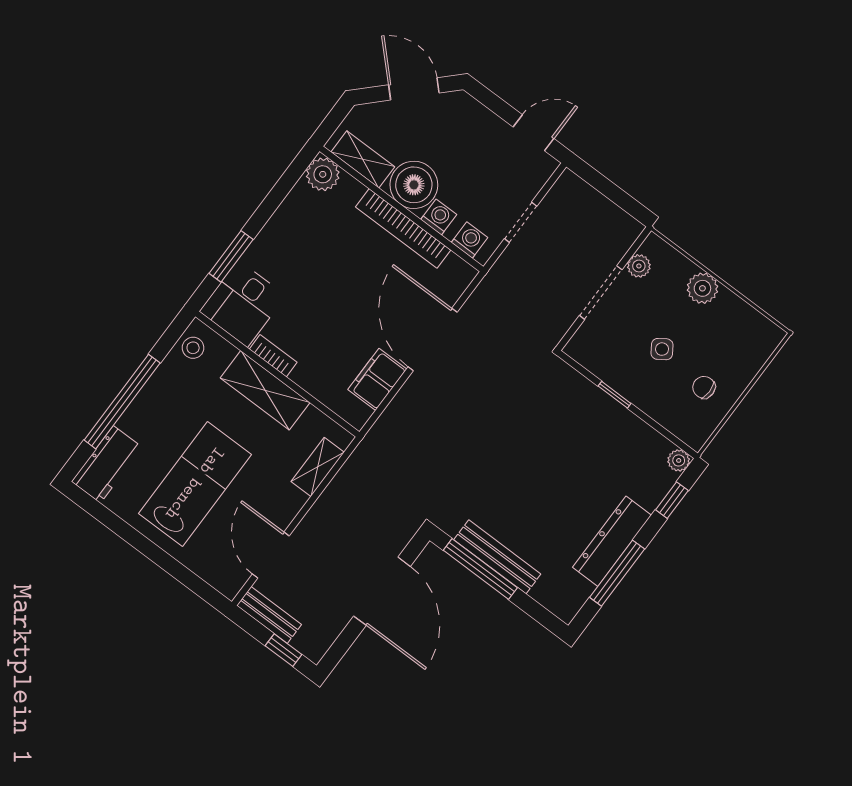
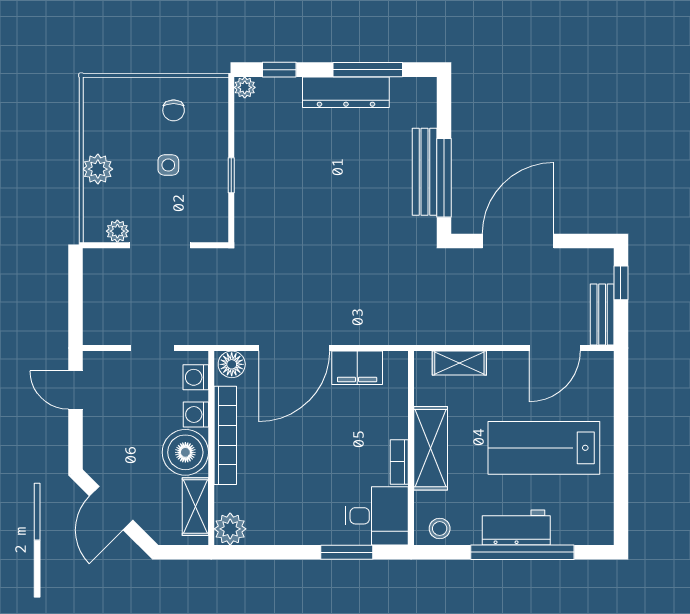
floor lamp: (458, 278) -> (232, 364), added
side table: (662, 349) -> (168, 165), turned 34
workbench: (107, 464) -> (516, 528), moved

